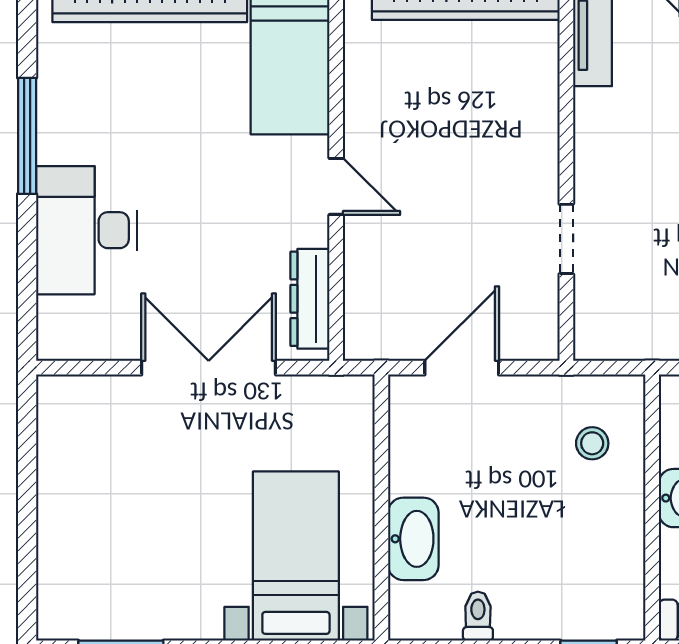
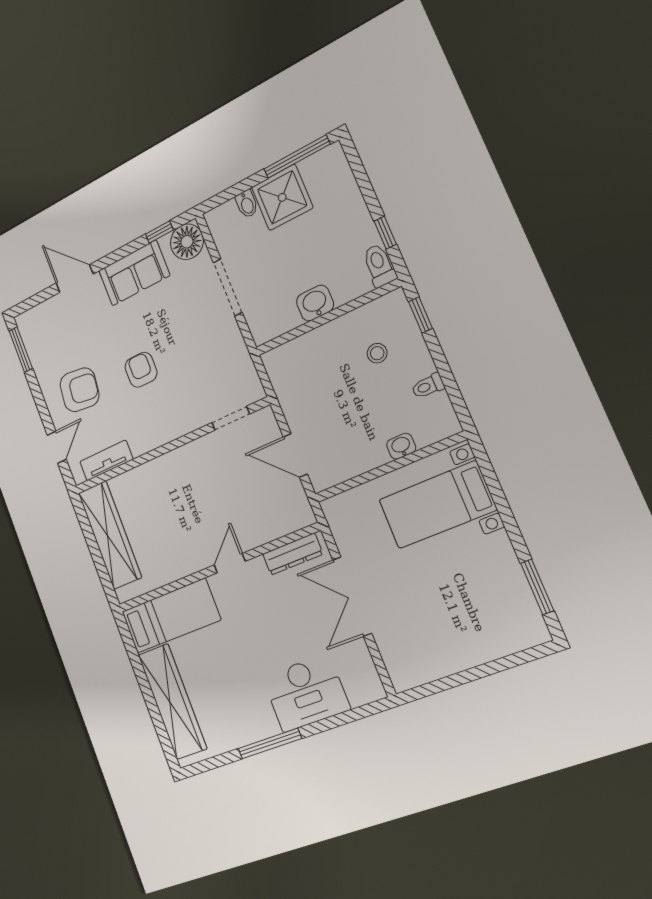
doorway: (566, 239) -> (231, 418), moved
stool: (592, 443) -> (377, 353), moved
washbasin: (413, 539) -> (401, 446), width x0.52, depth x0.69

